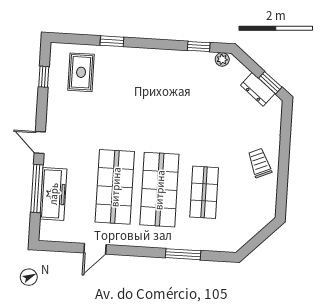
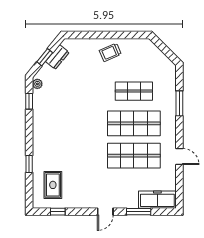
rug: (81, 72) -> (53, 185), turned 90
window: (270, 83) -> (45, 57), moved
window: (37, 189) -> (139, 212), width x0.69
freezer: (53, 194) -> (157, 200), moved
door: (95, 249) -> (179, 156), moved

